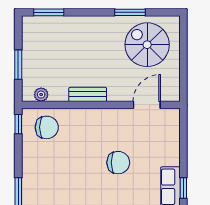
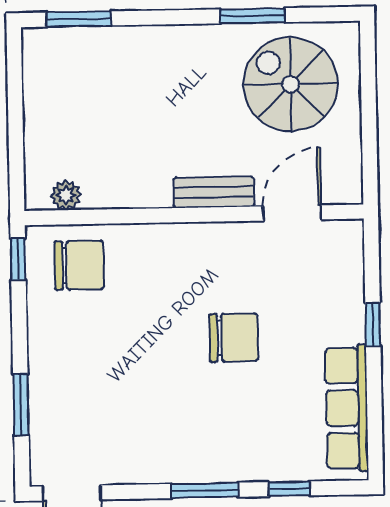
window: (18, 65) -> (16, 132), removed
bench: (88, 94) -> (214, 192), moved
window: (183, 188) -> (373, 325), moved

